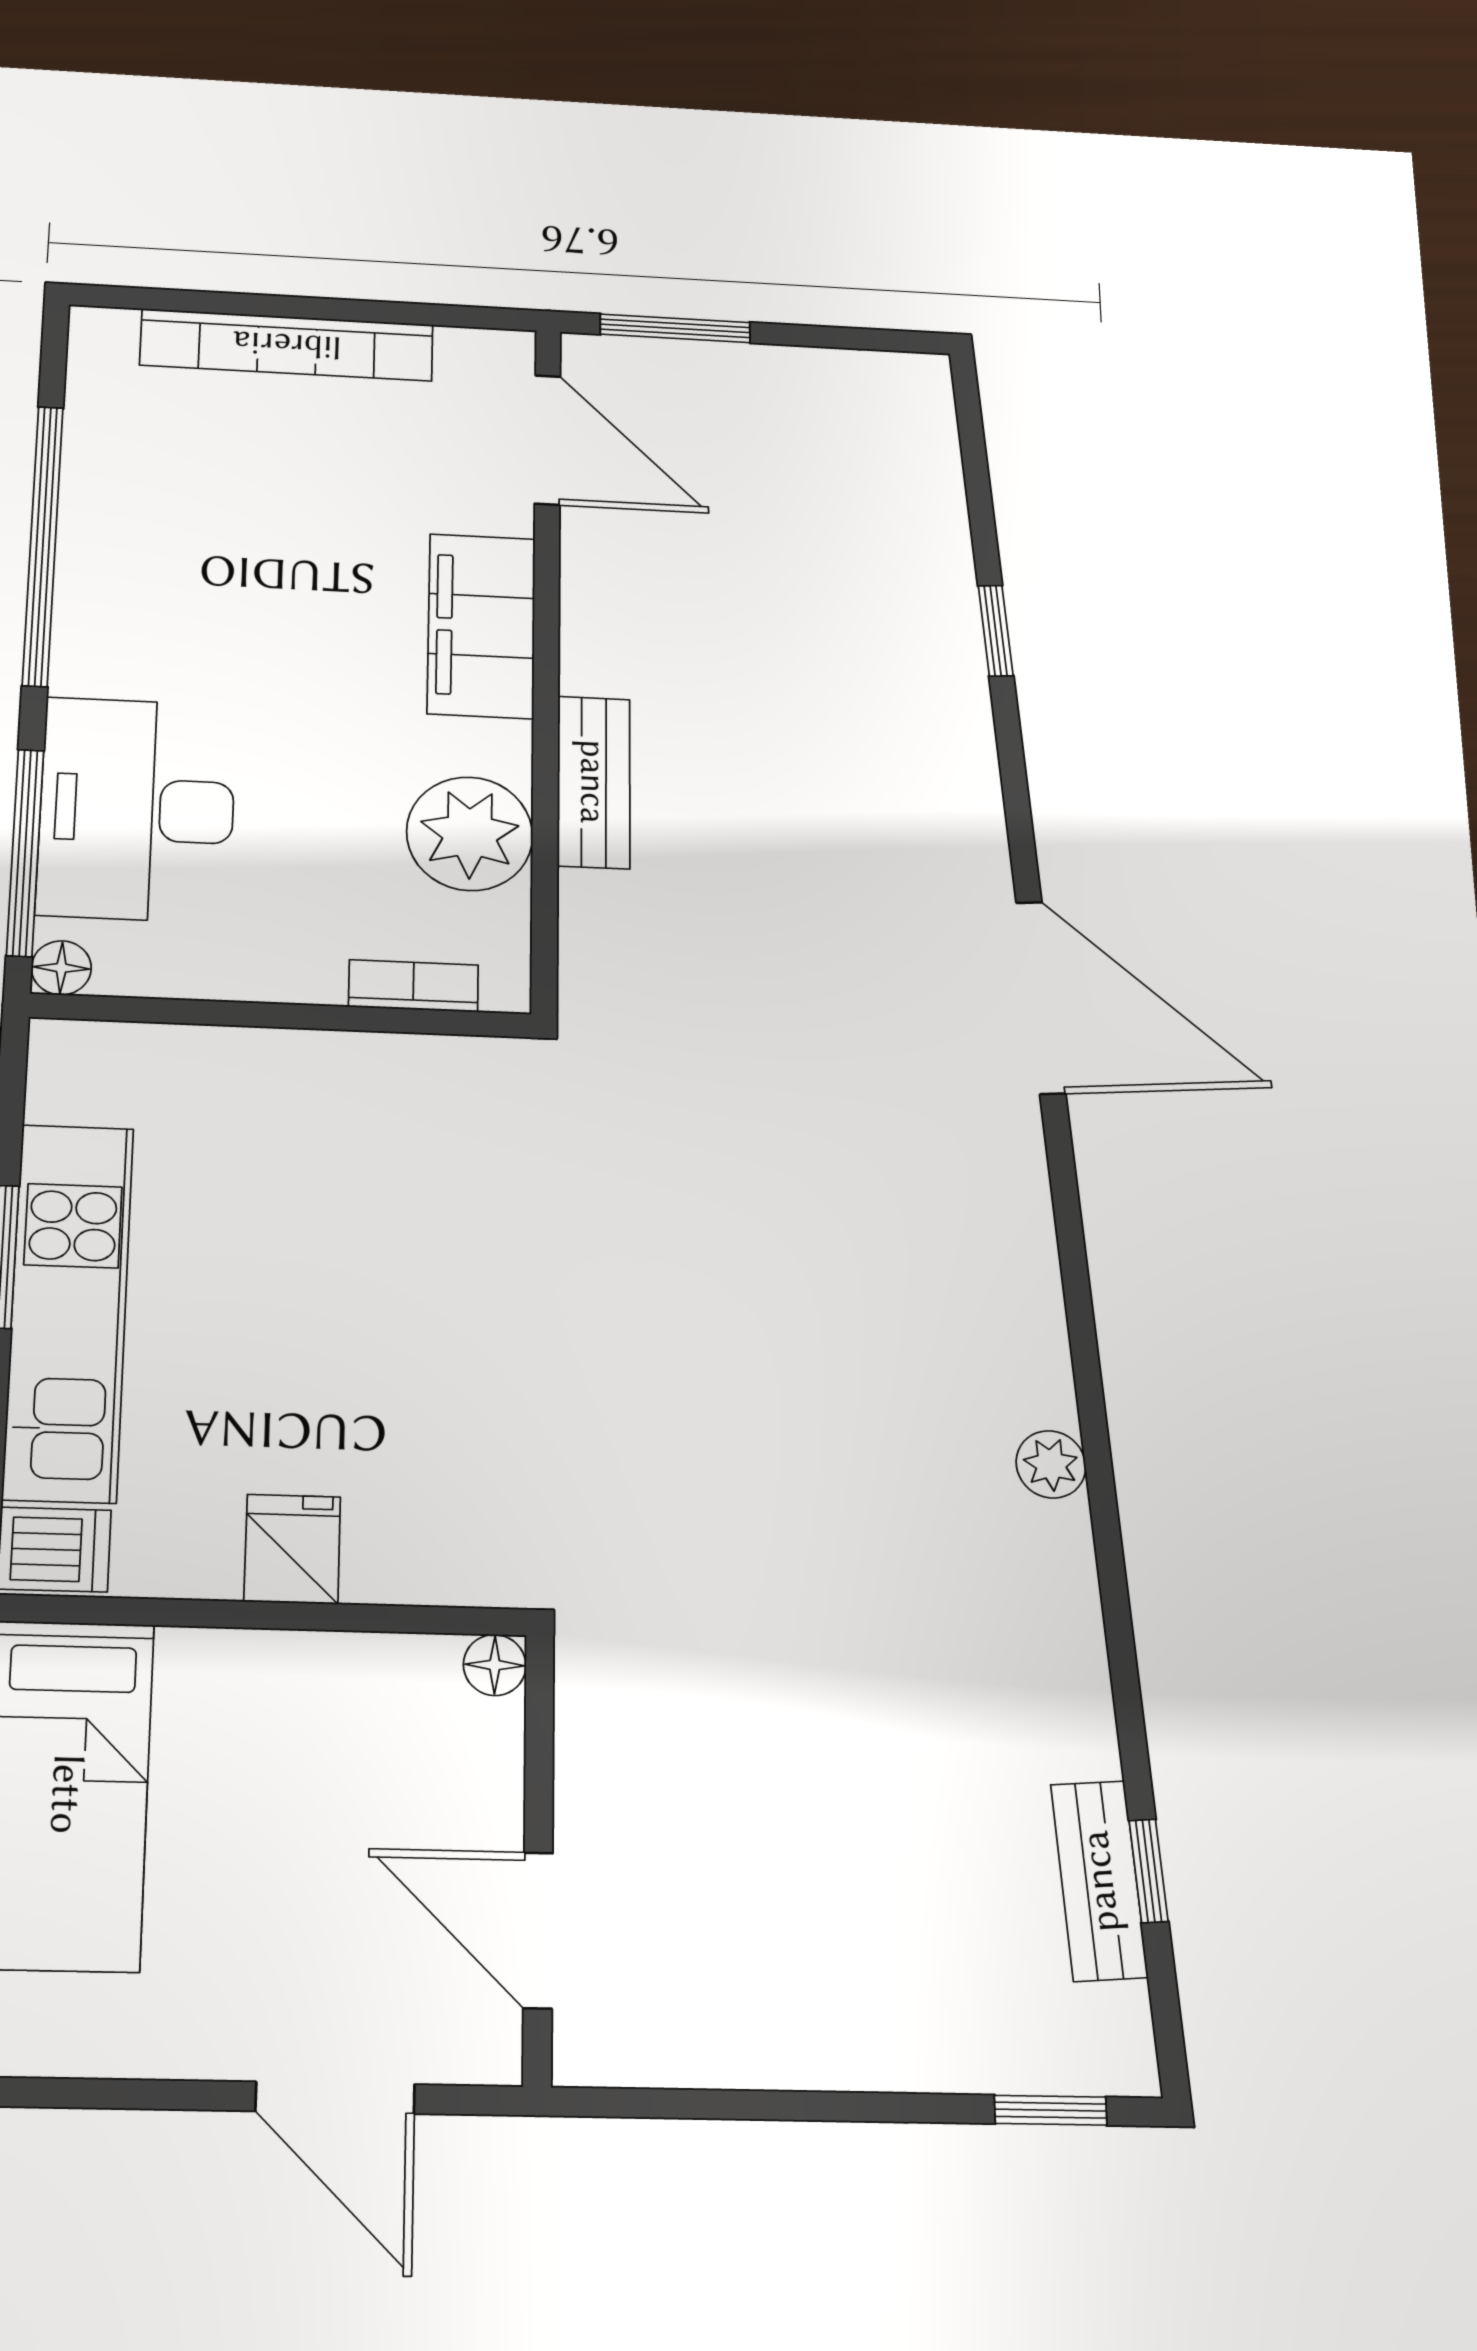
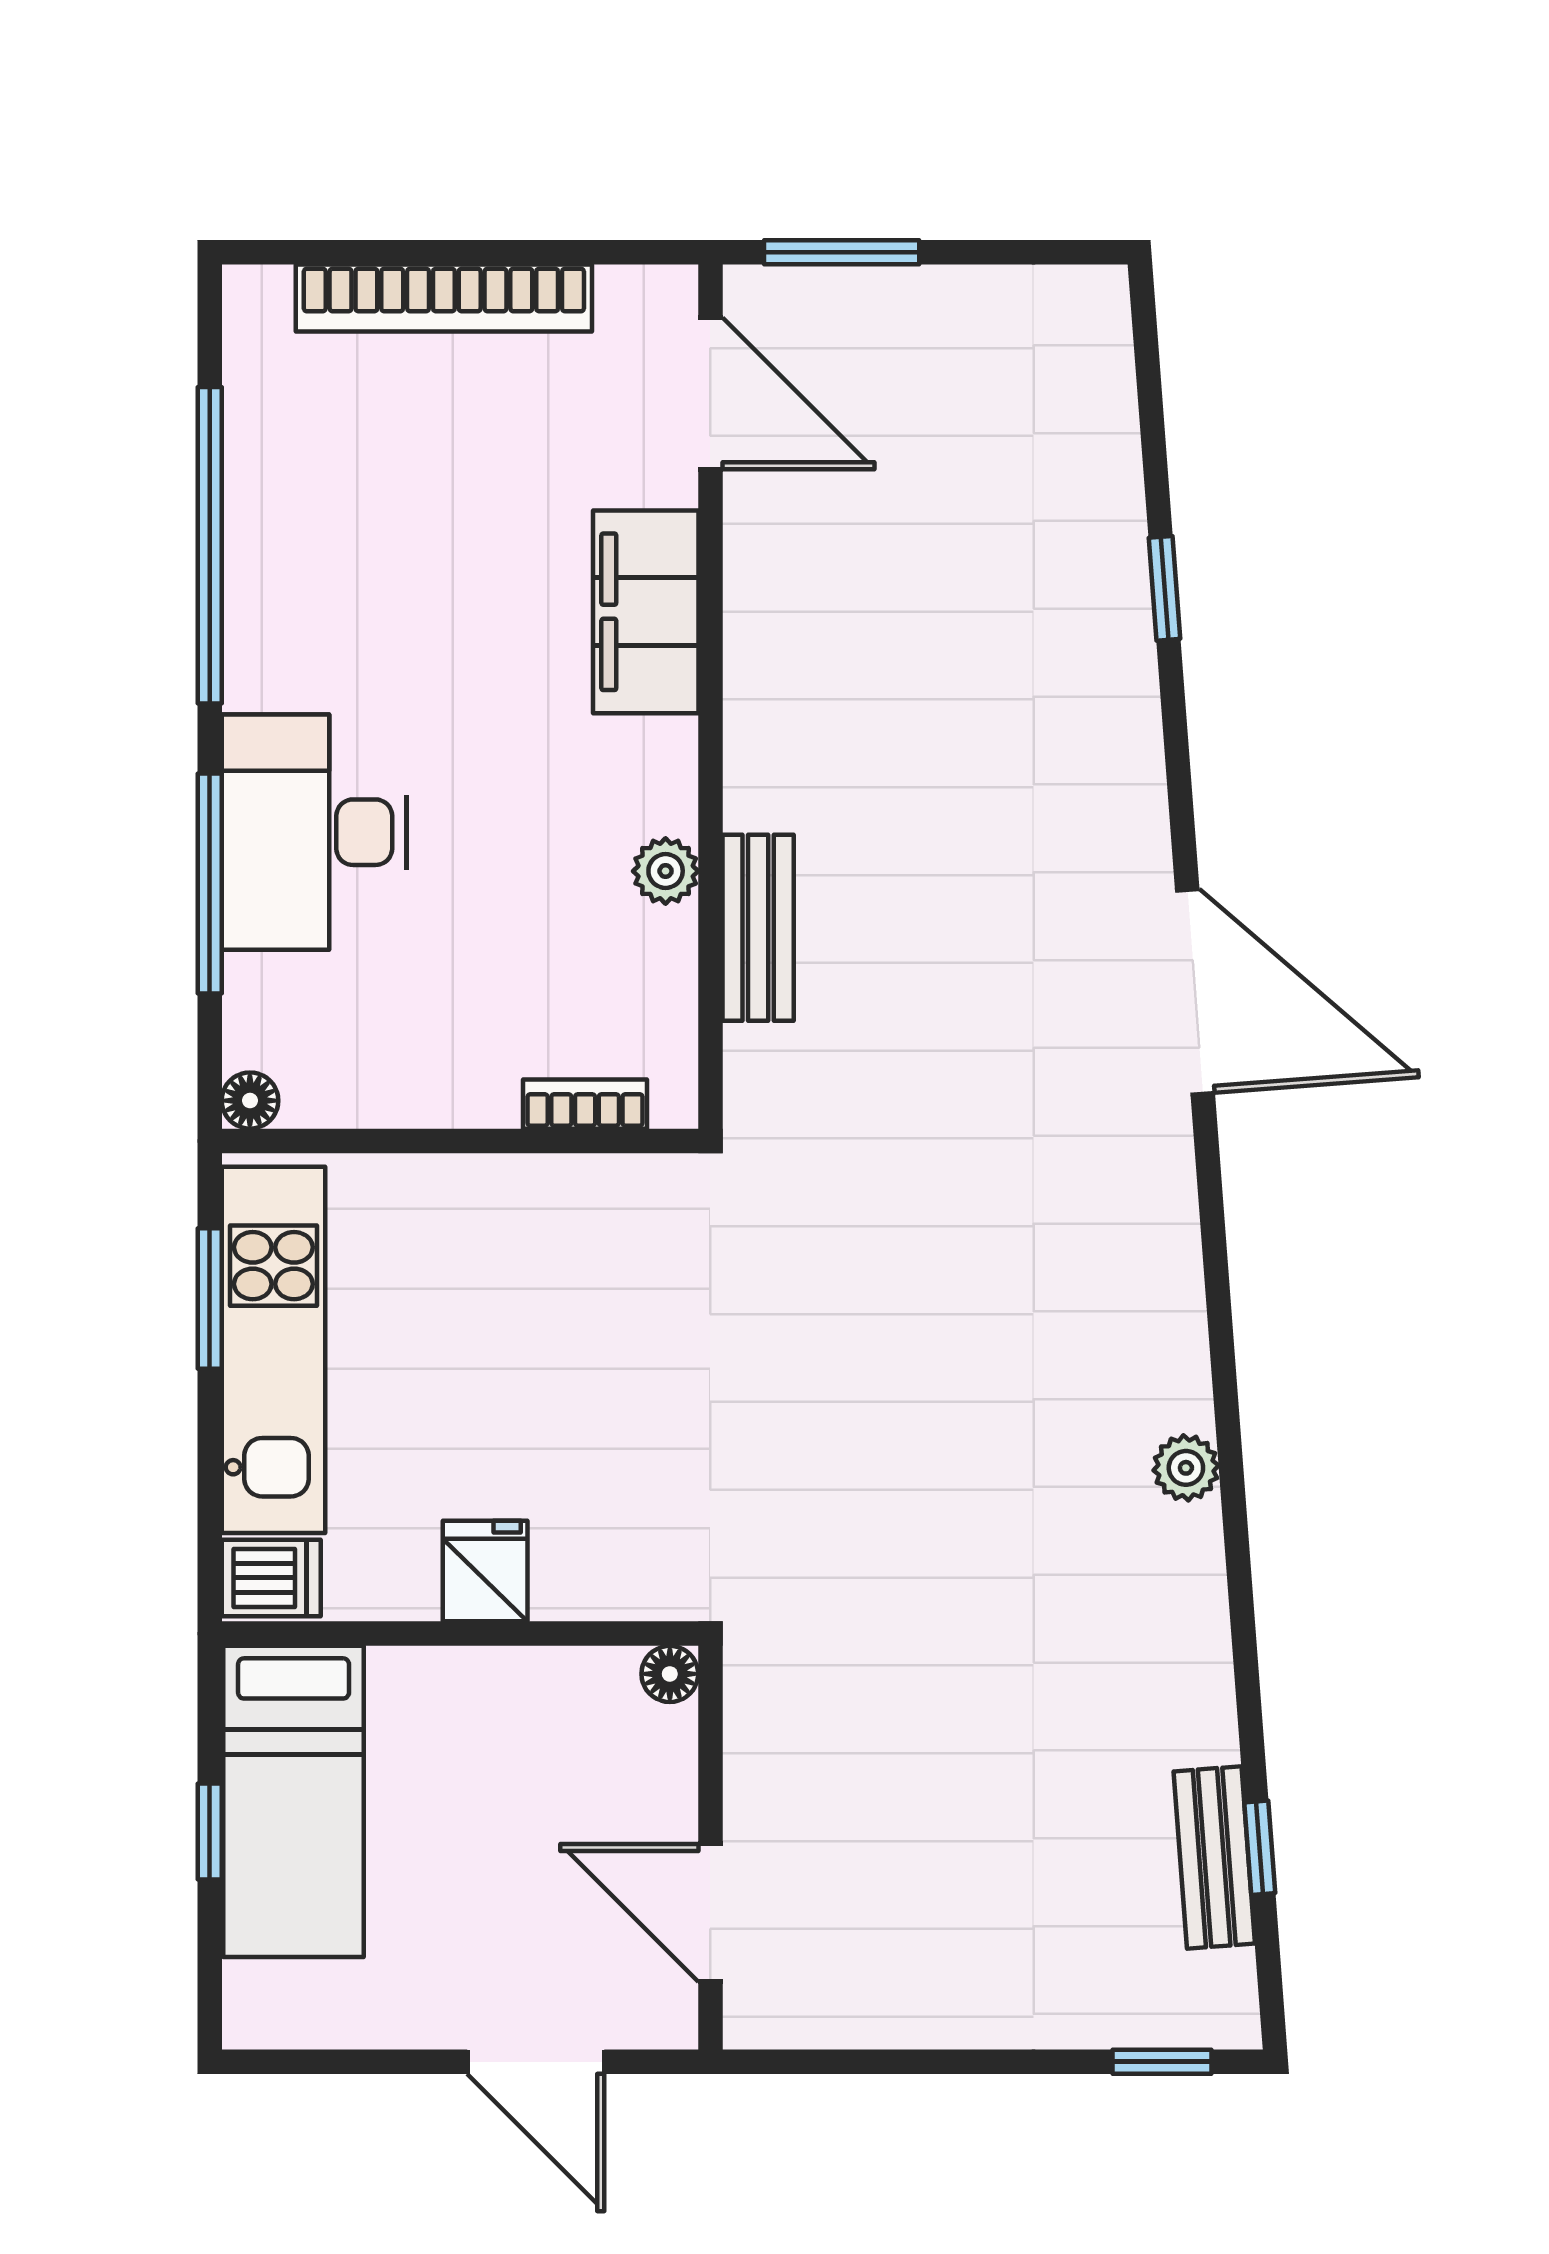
bench: (594, 782) -> (758, 928), moved
plant: (470, 834) -> (666, 871), width x0.53, depth x0.53
floor lamp: (61, 968) -> (250, 1101), moved
bookcase: (413, 986) -> (585, 1104), moved
wall: (282, 1016) -> (460, 1141), moved

